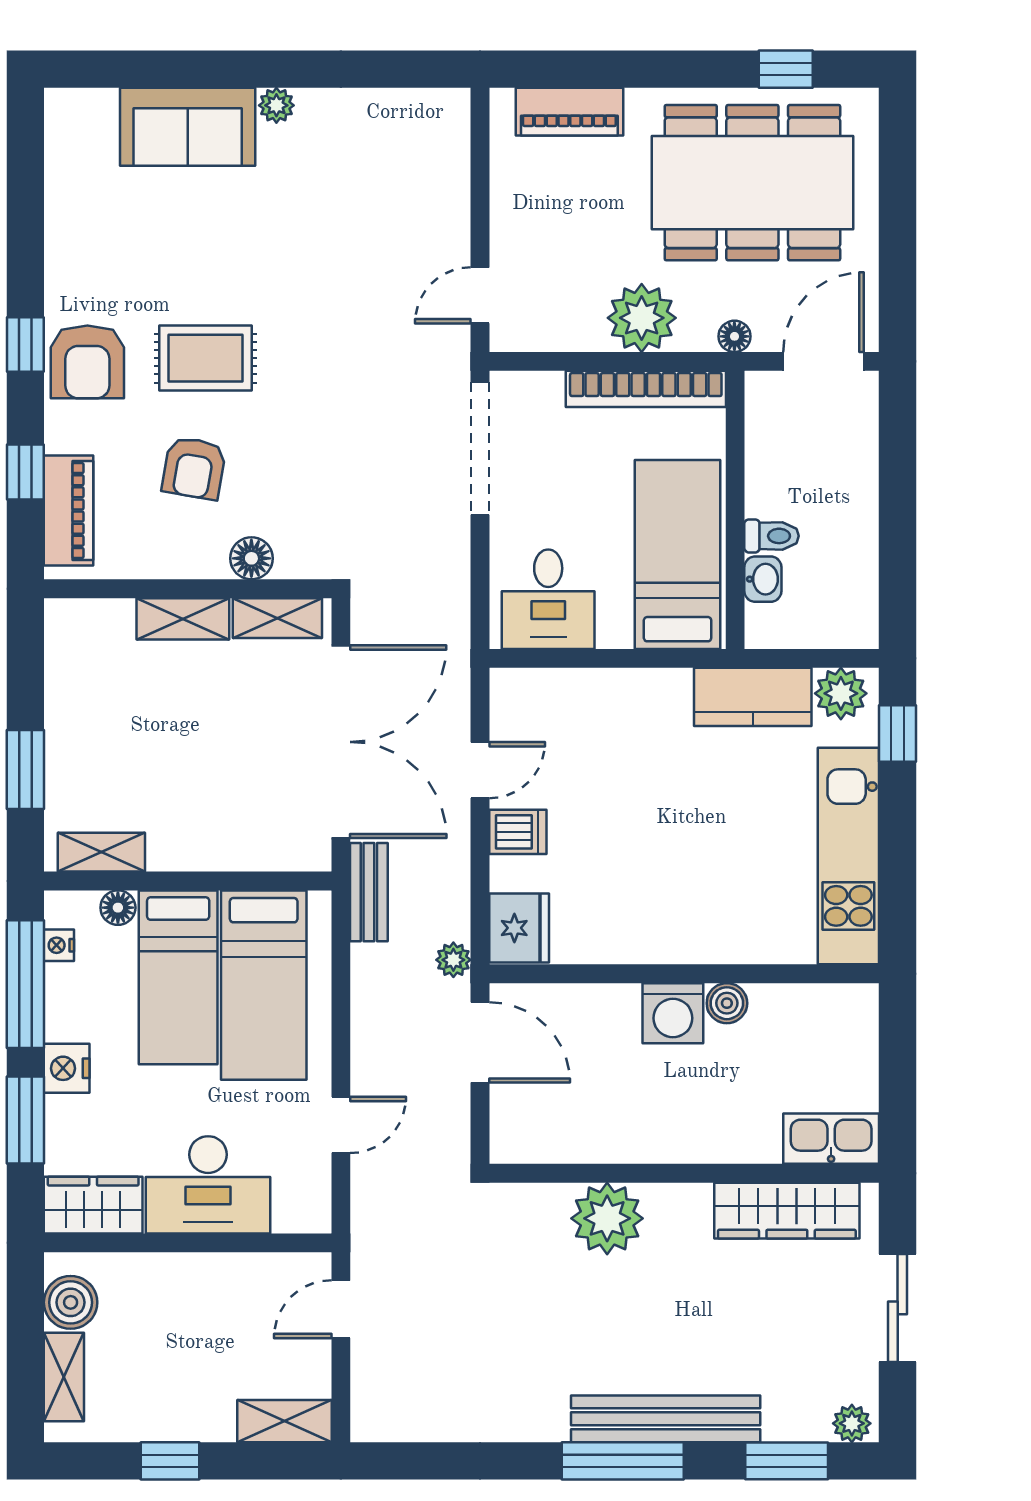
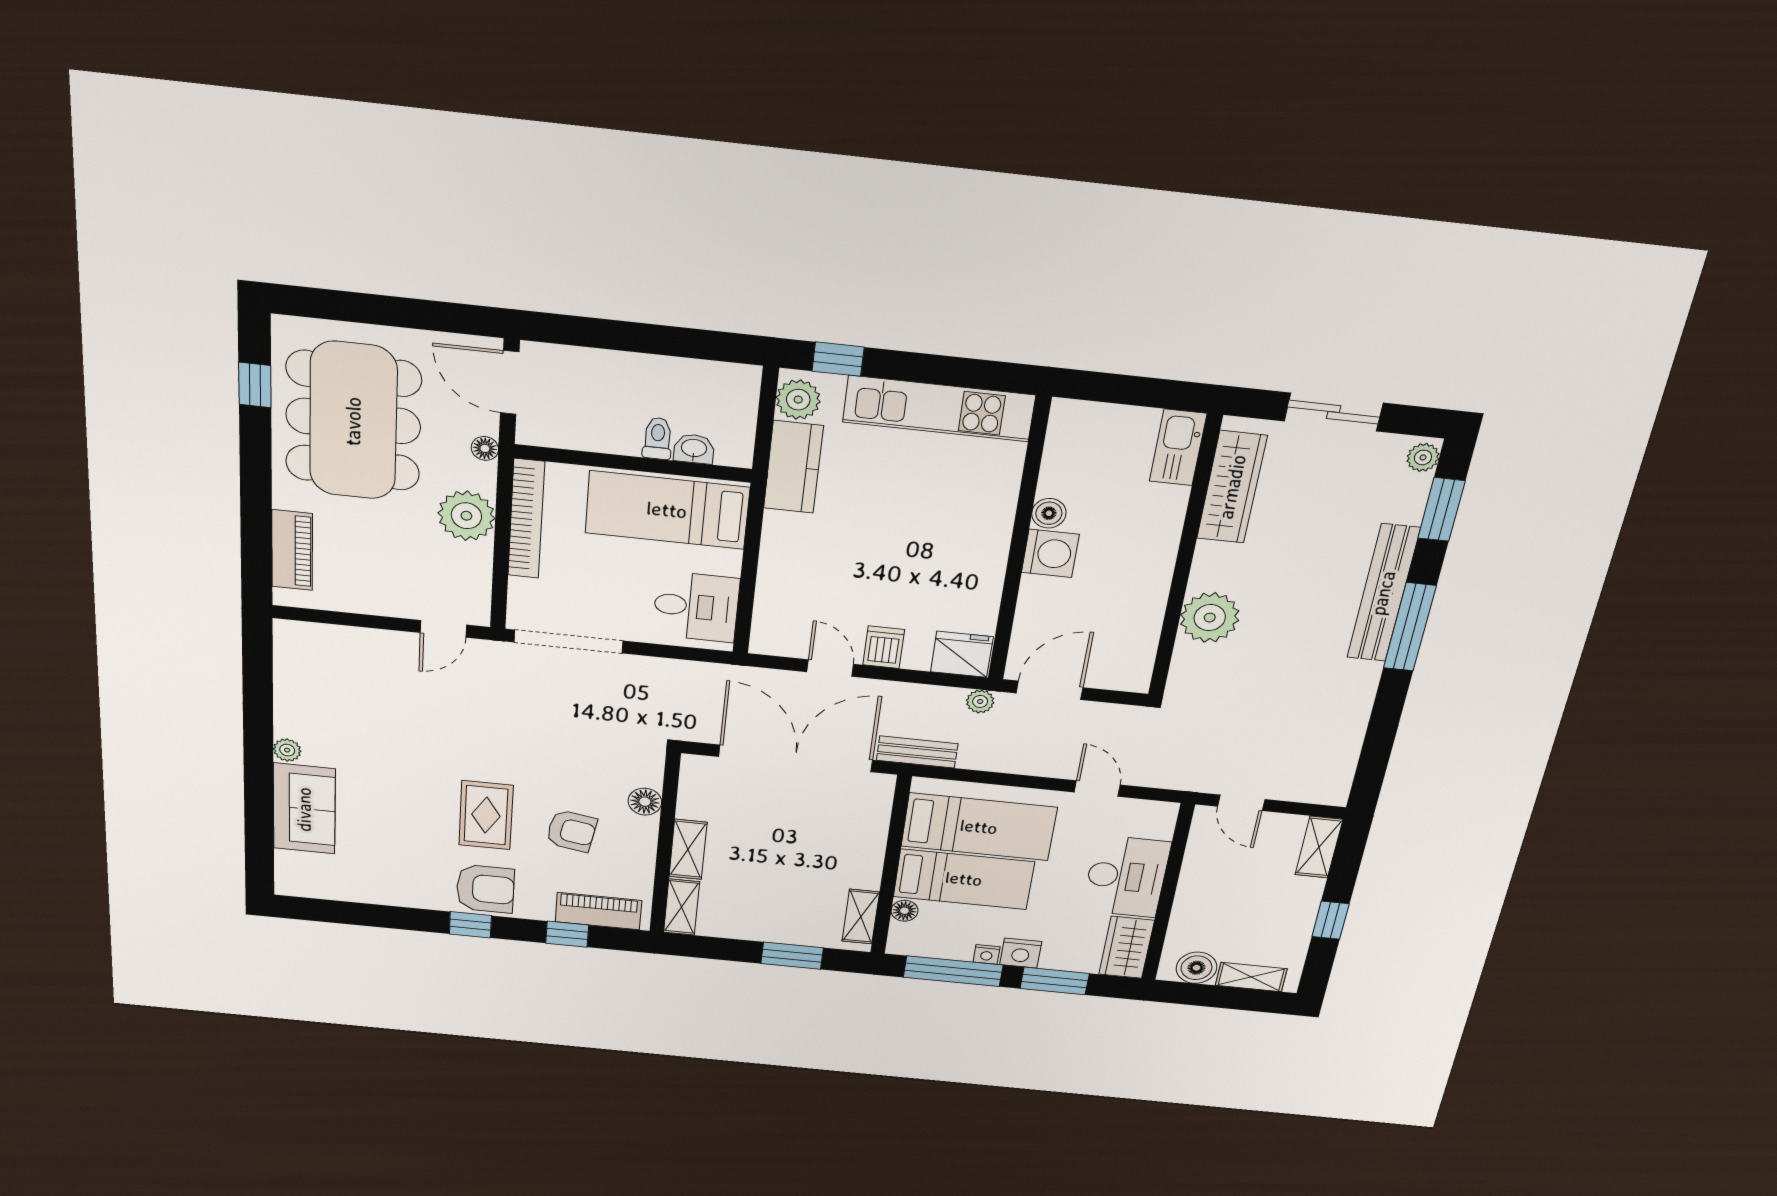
door: (480, 295) -> (443, 629), hinge flipped
shelving: (277, 618) -> (682, 907), moved
nightstand: (59, 945) -> (987, 954), moved

